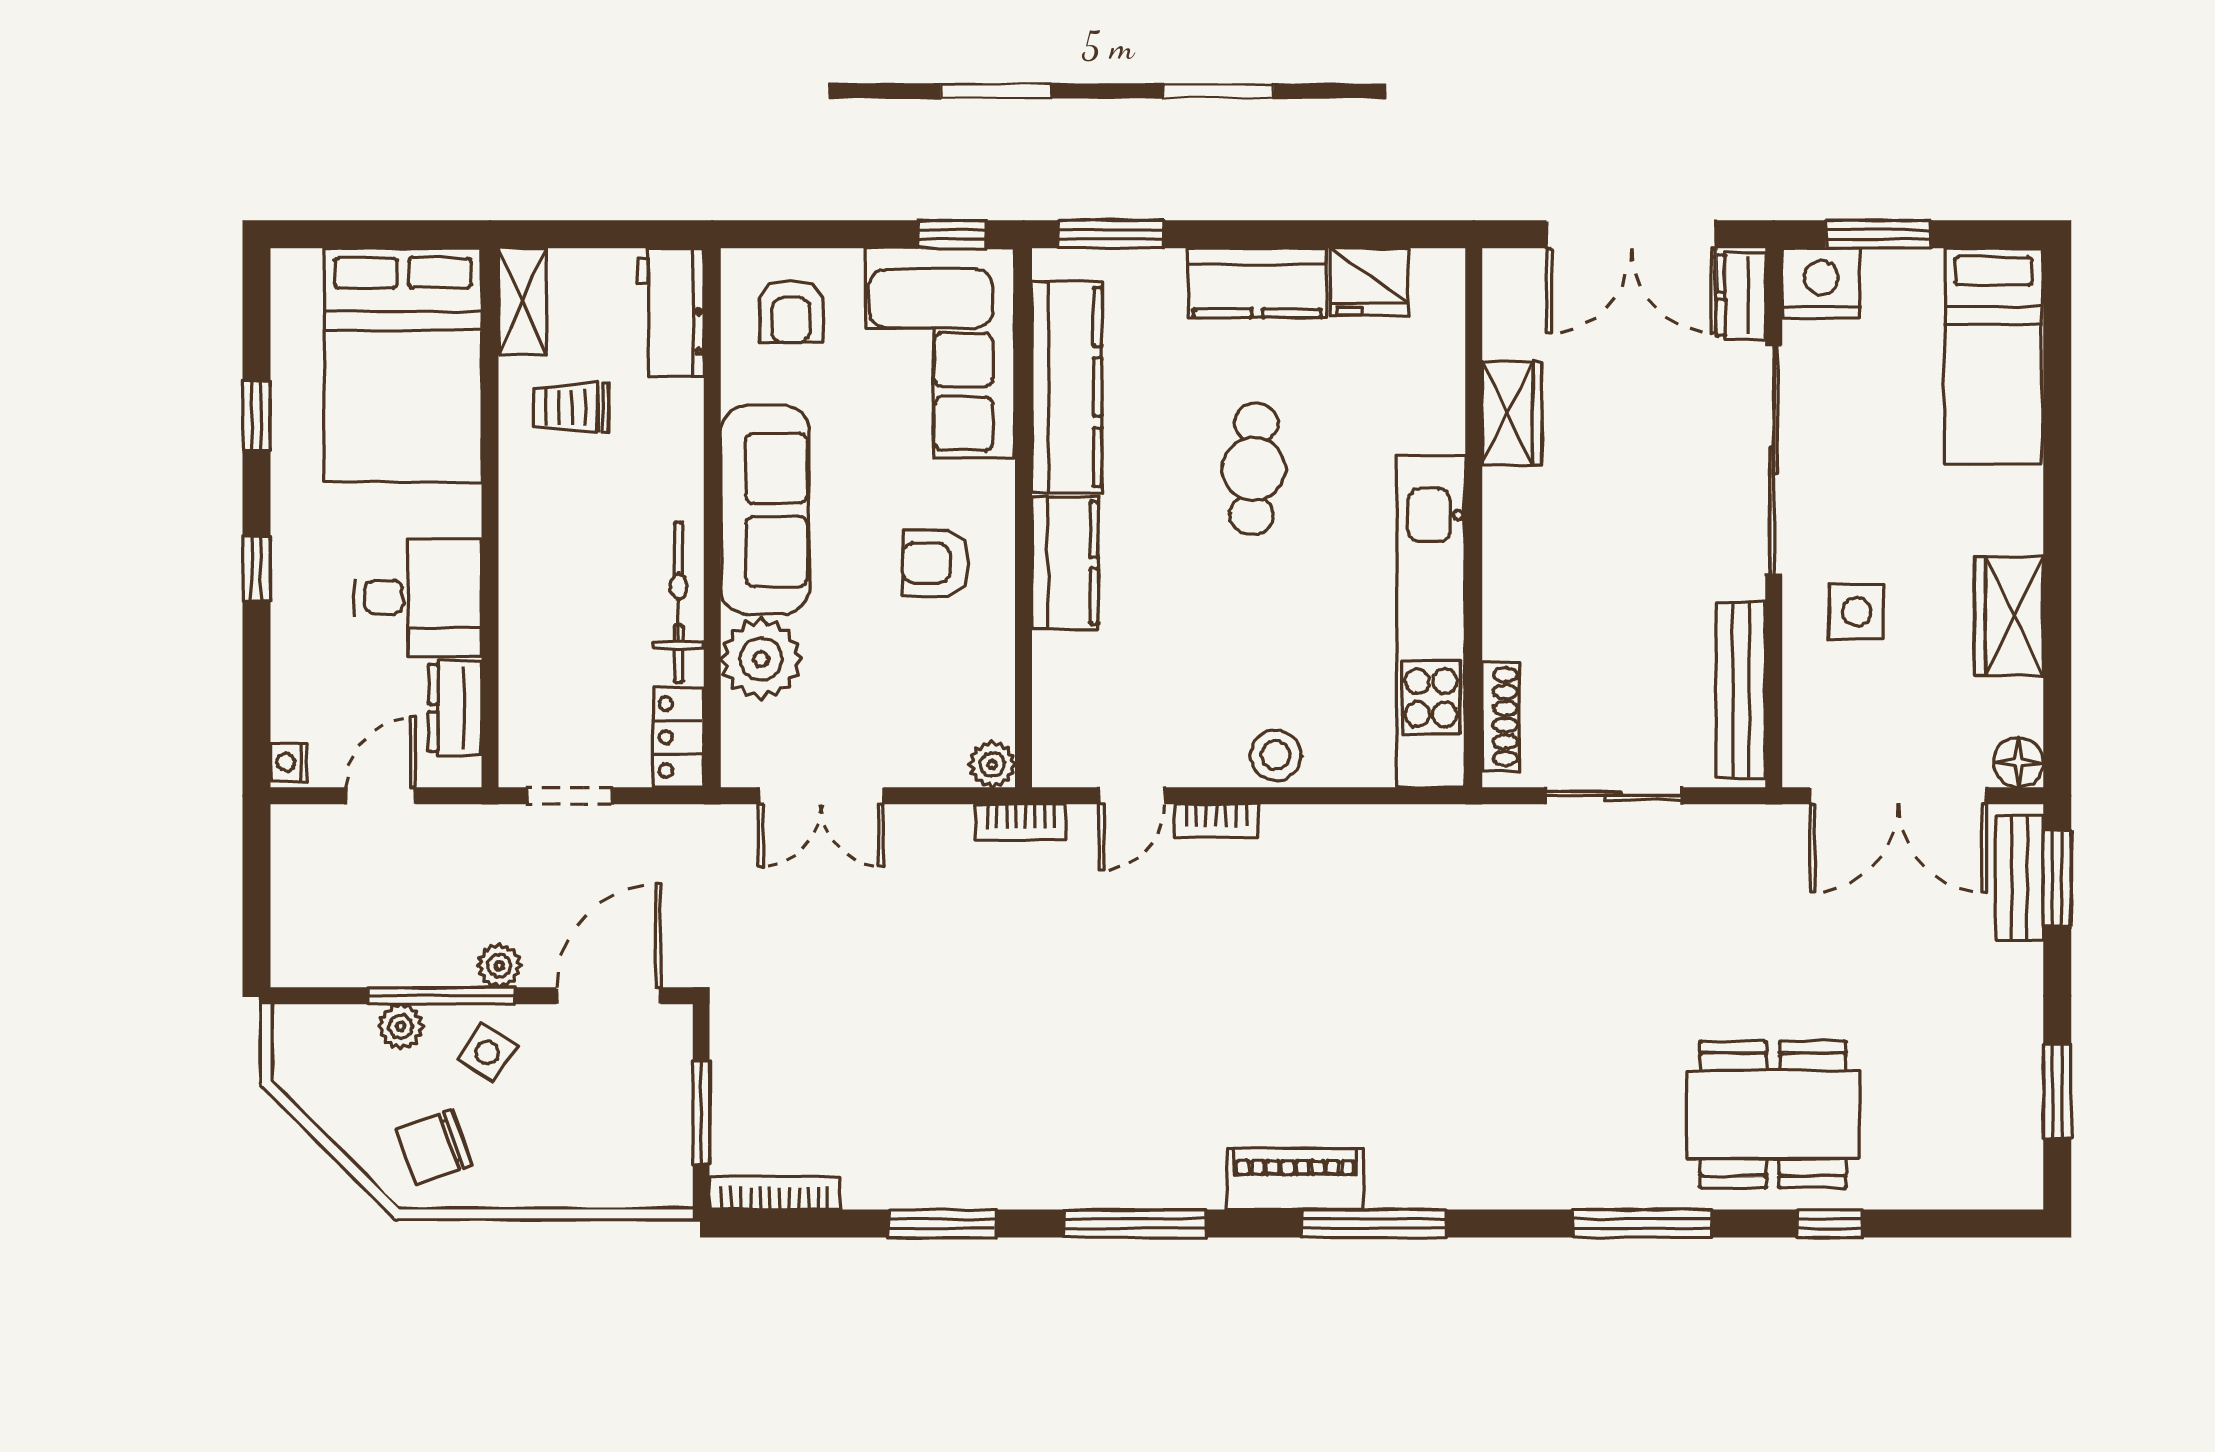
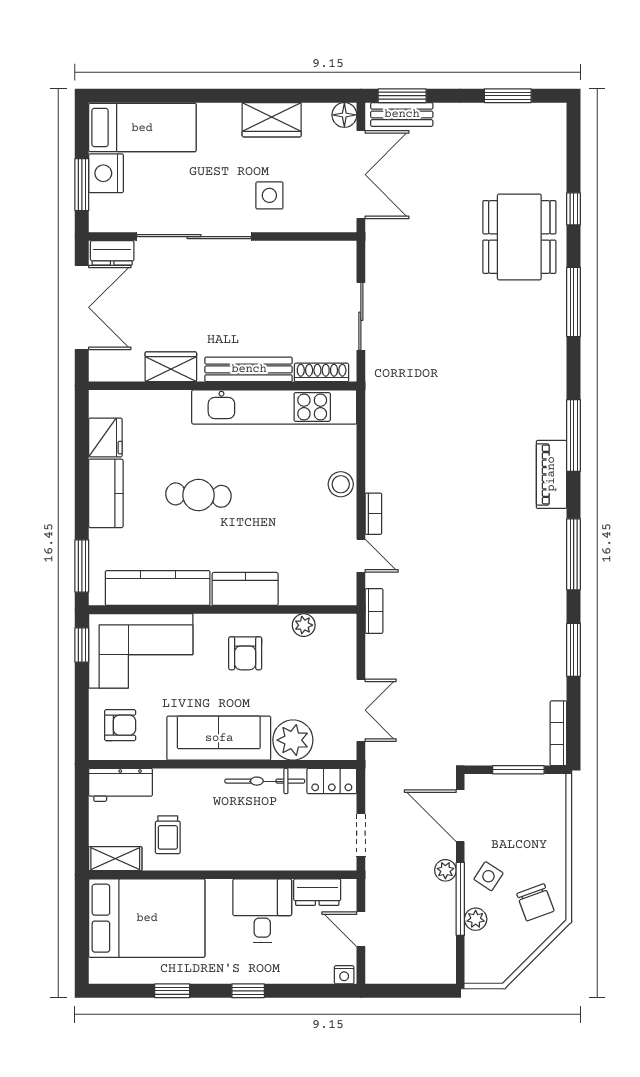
nightstand: (1821, 283) -> (106, 173), moved
bench: (1741, 690) -> (249, 369), moved
plant: (992, 764) -> (304, 625), moved

